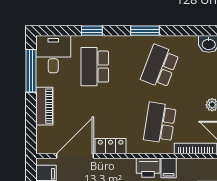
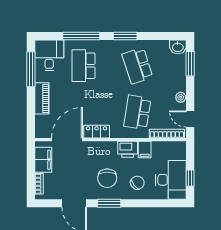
window: (92, 31) -> (81, 36), width x2.17
school desk: (160, 67) -> (137, 66), turned -39

